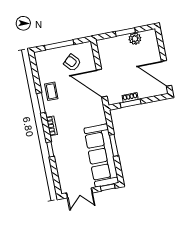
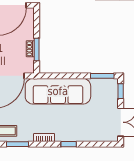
window: (114, 145) -> (102, 76), moved
sofa: (101, 155) -> (58, 91), moved

